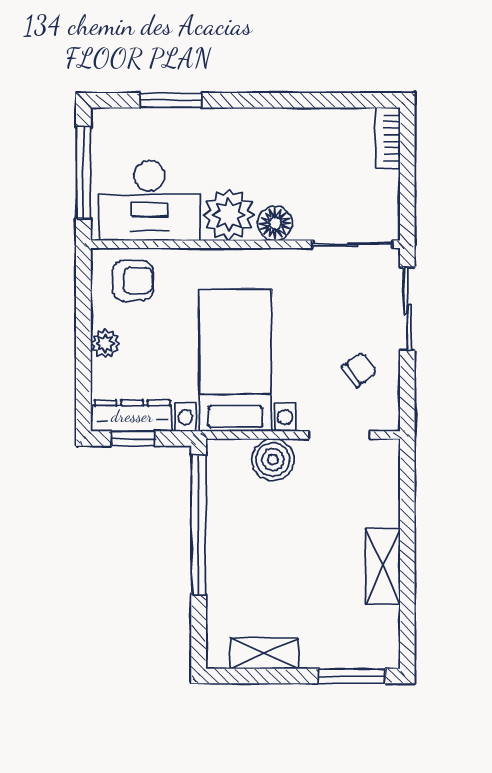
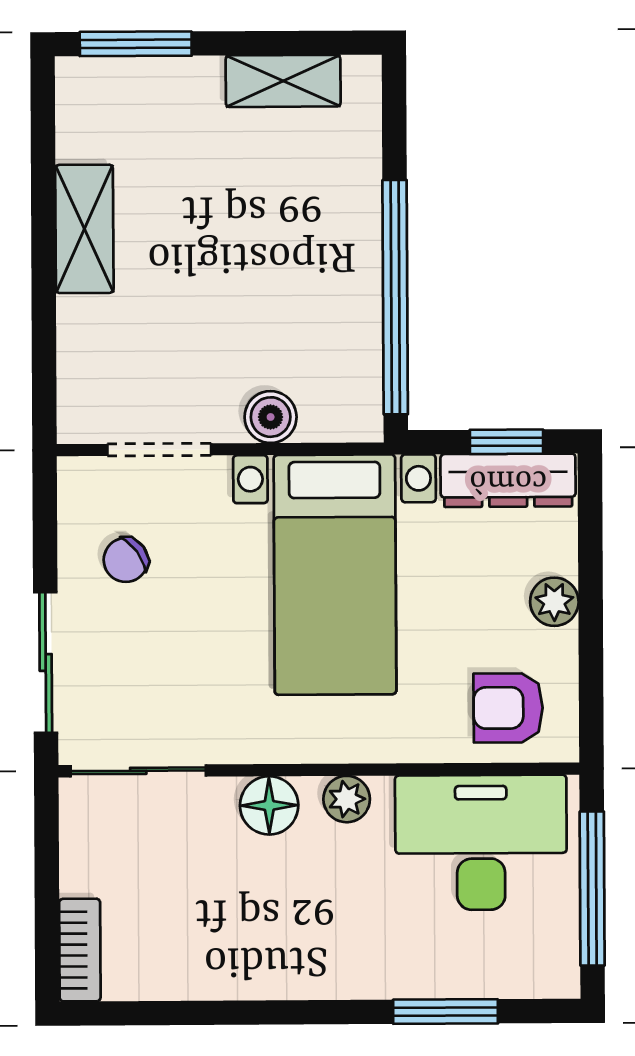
plant: (229, 215) -> (347, 799), width x0.53, depth x0.53
boiler: (273, 460) -> (271, 417), width x0.73, depth x0.73

